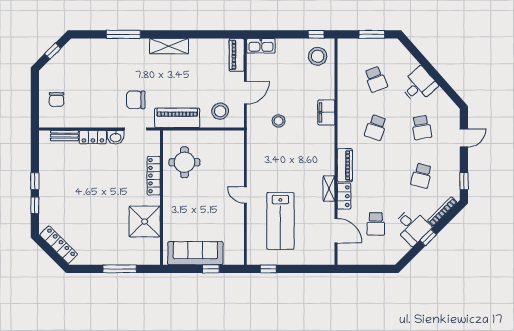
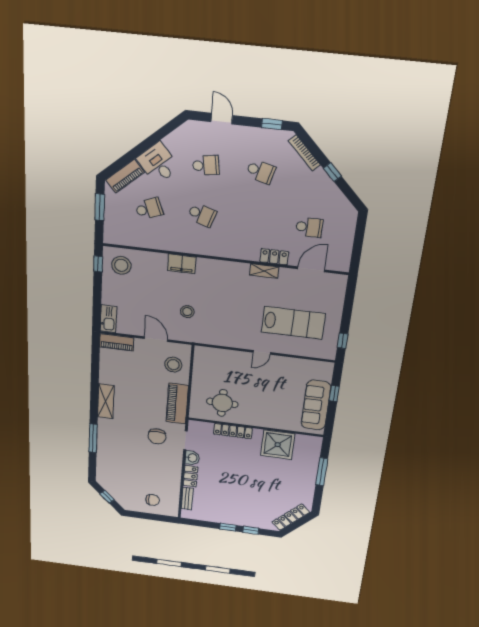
piano: (345, 165) -> (125, 176), moved, turned 139
desk: (412, 226) -> (317, 189), removed

